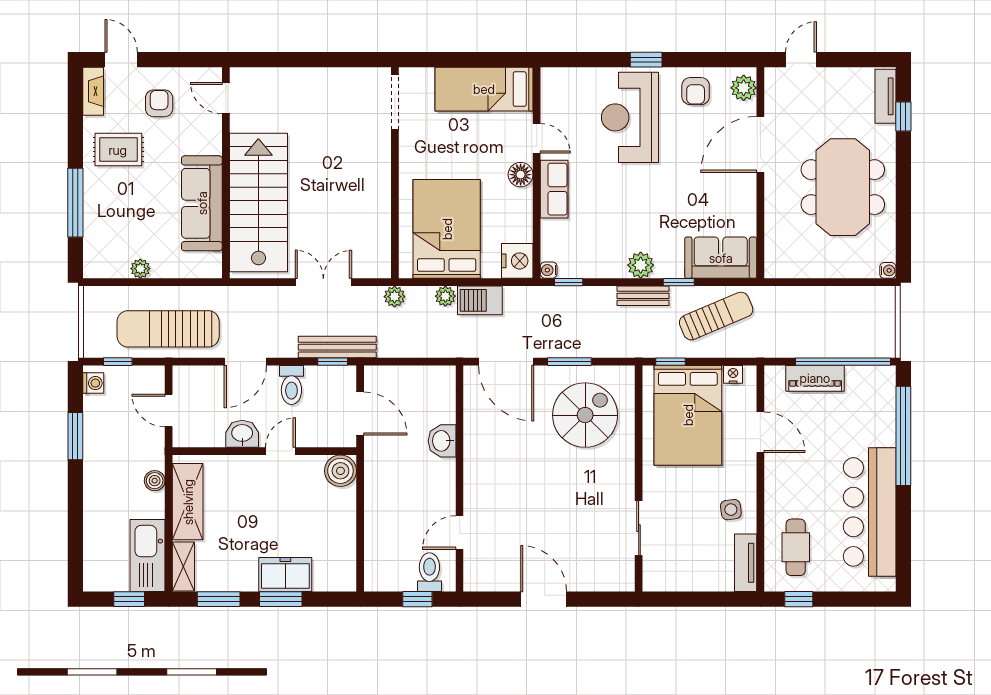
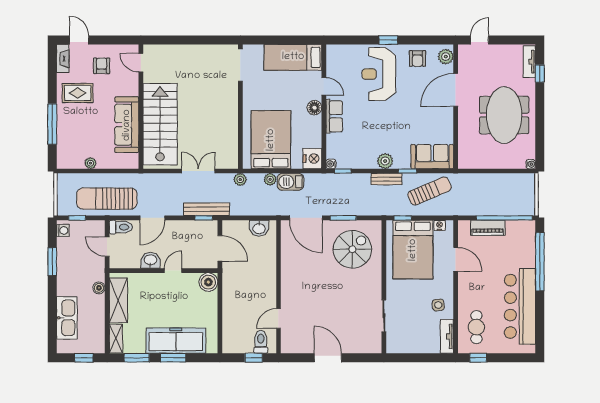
toilet: (291, 385) -> (121, 227), moved, turned -90
washbasin: (442, 441) -> (259, 228), moved, turned -90
kitchen sink: (148, 556) -> (67, 318), moved, turned 180
freezer: (285, 575) -> (176, 341), width x1.91, depth x1.26

